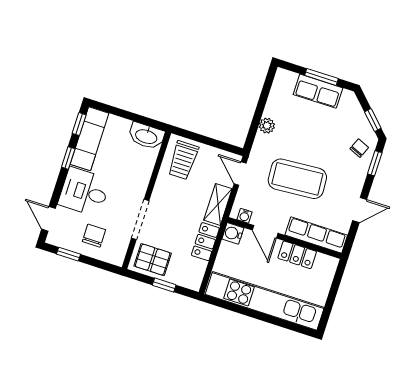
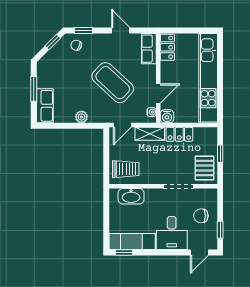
row of seats: (318, 91) -> (45, 106), moved
washbasin: (146, 136) -> (131, 196), moved, turned 90
window: (68, 158) -> (151, 252), removed
coffee table: (297, 179) -> (113, 83), turned -43
row of seats: (316, 235) -> (149, 49), width x0.68
locker: (297, 255) -> (167, 47), moved

